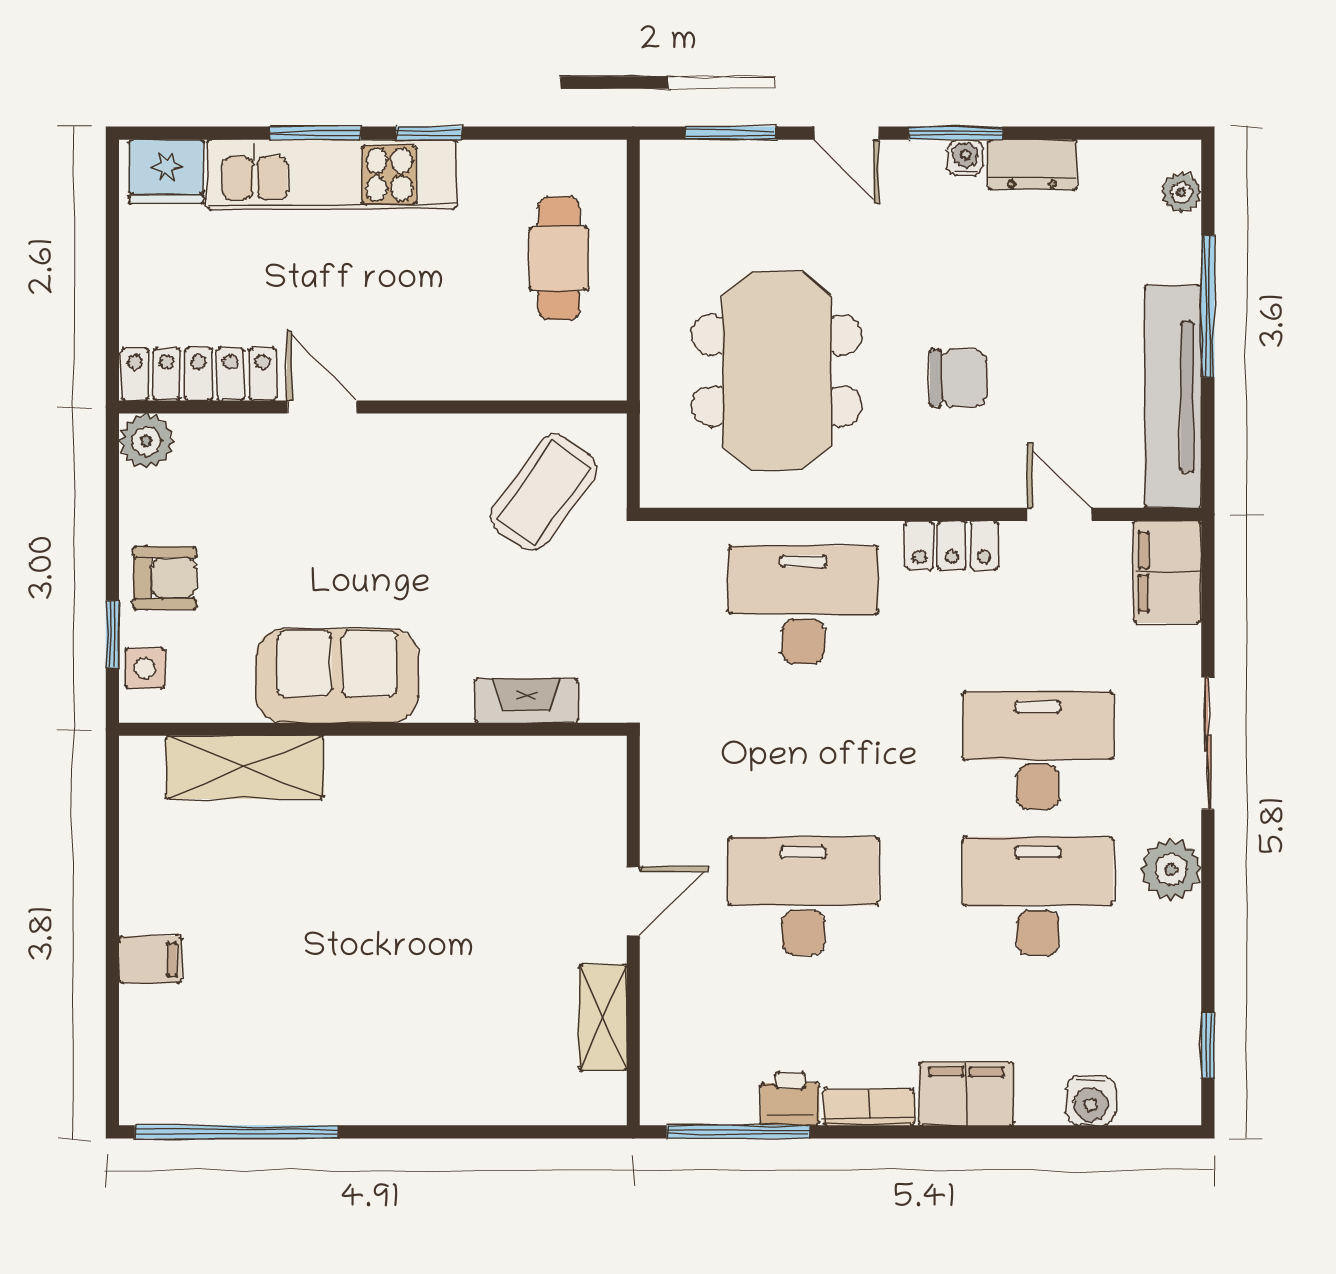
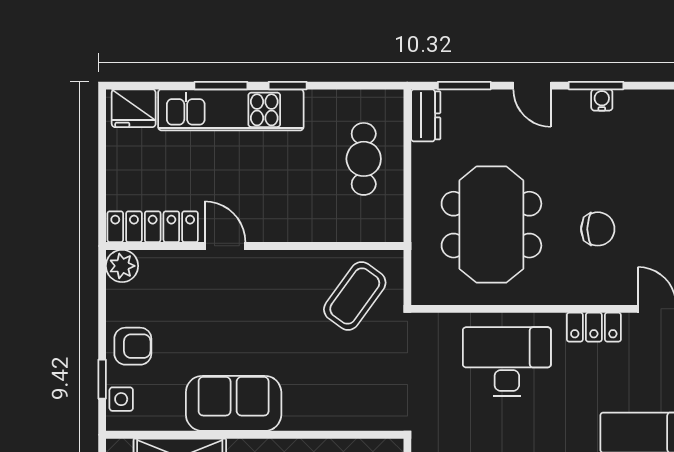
dresser: (1032, 165) -> (426, 115), moved, turned -90
fireplace: (526, 701) -> (344, 418), removed

